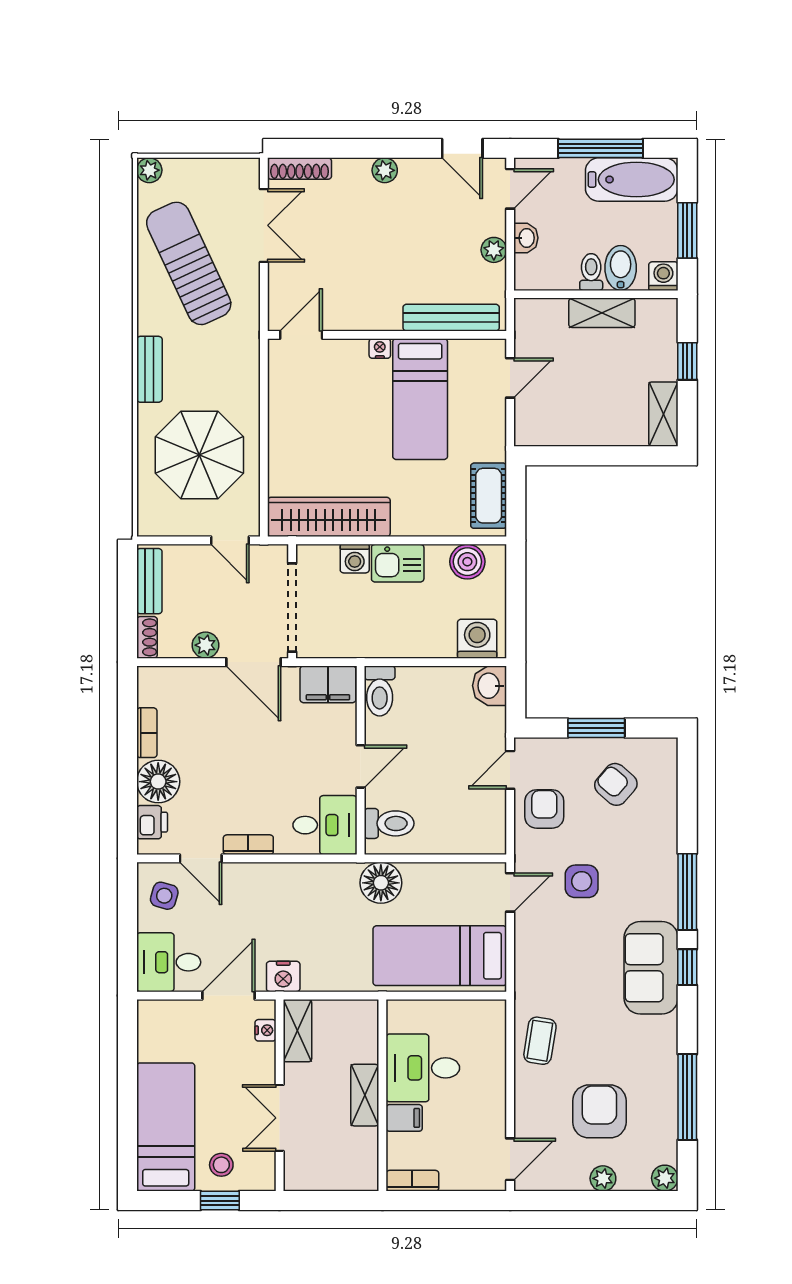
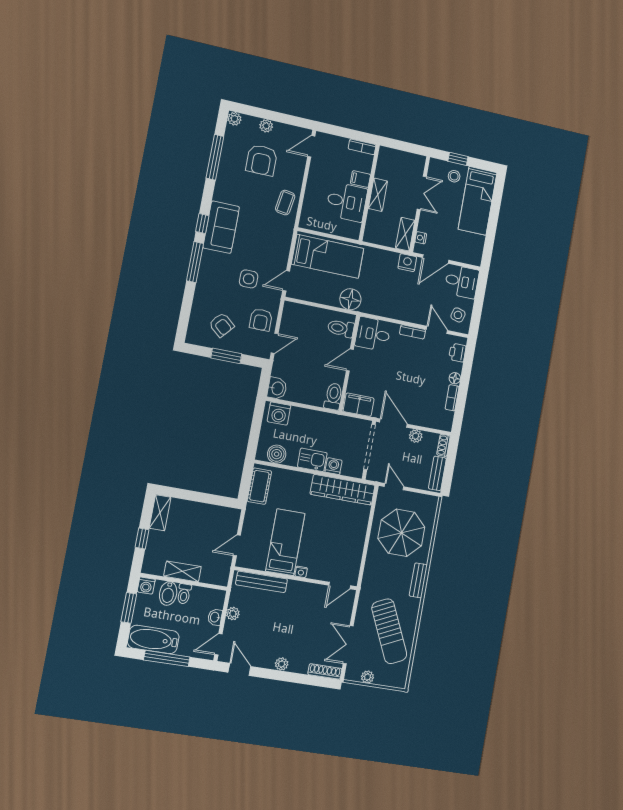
plant: (149, 170) -> (367, 677), moved
floor lamp: (158, 782) -> (455, 378), width x0.53, depth x0.53

